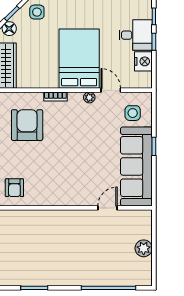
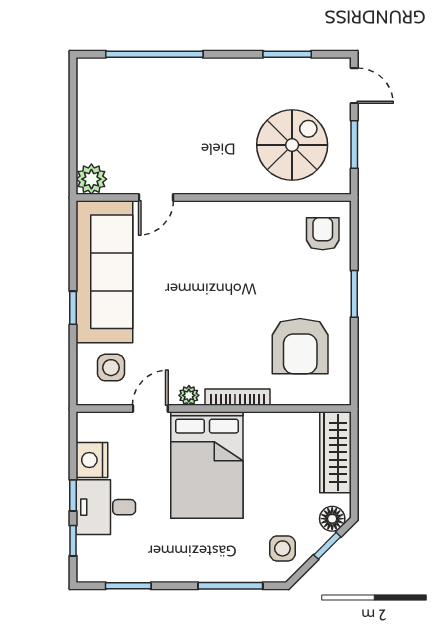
door: (111, 90) -> (150, 409), swing flipped
bookcase: (55, 96) -> (238, 397), width x1.56
spiral stairs: (32, 237) -> (292, 145), added
plant: (144, 248) -> (91, 179), moved

